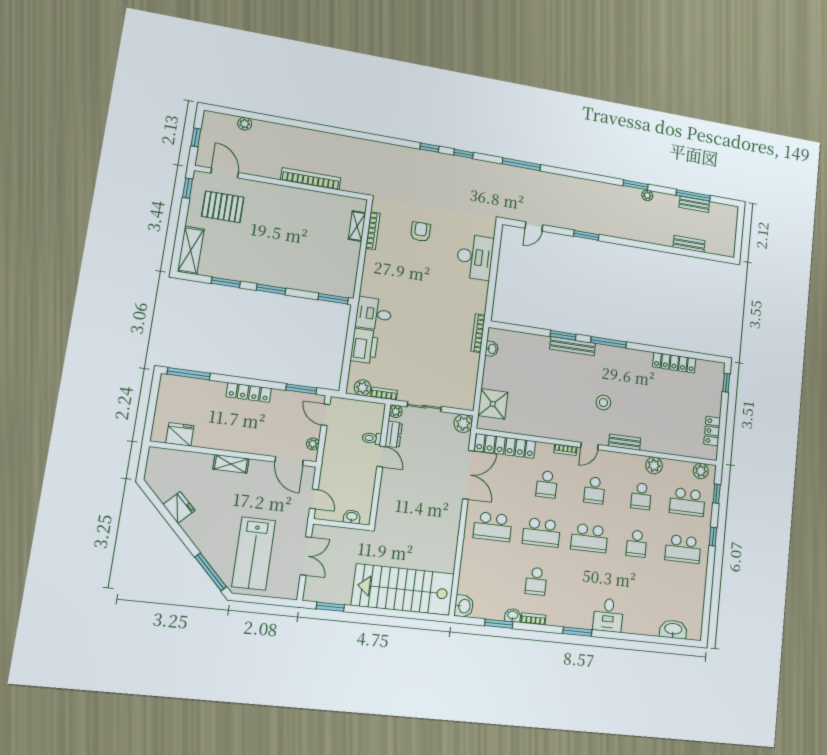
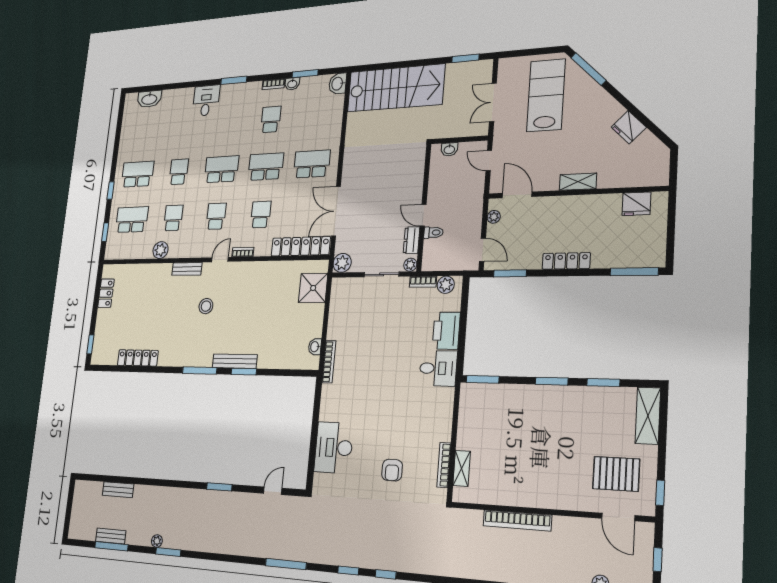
plant: (701, 471) -> (118, 252), removed

